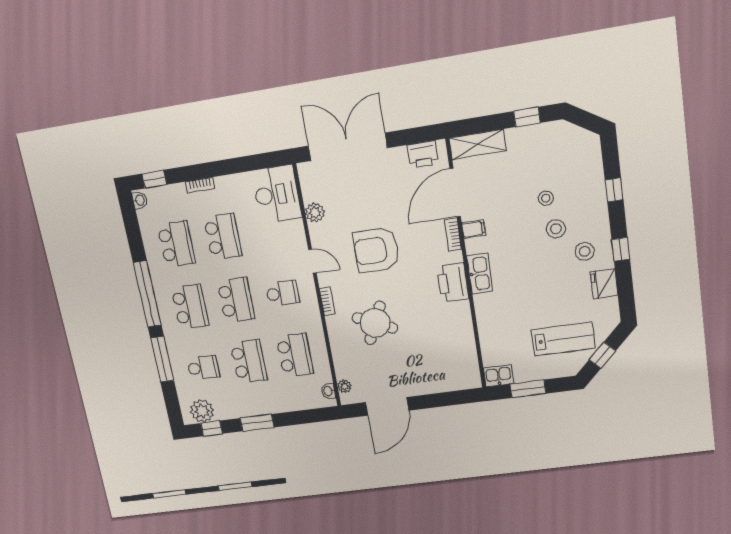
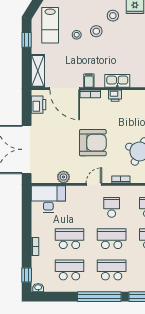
lab bench: (556, 152) -> (50, 25), added
armchair: (376, 250) -> (93, 143), turned -90
printer: (453, 283) -> (115, 96), width x0.53, depth x0.68

